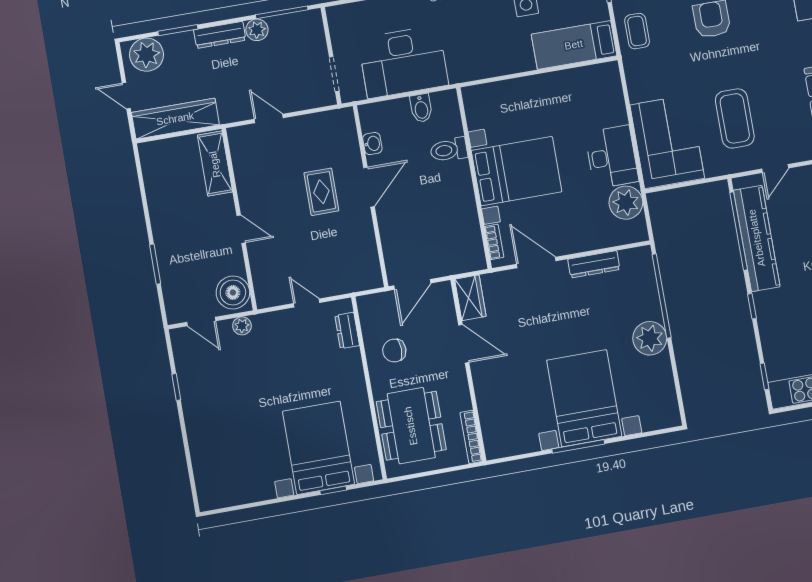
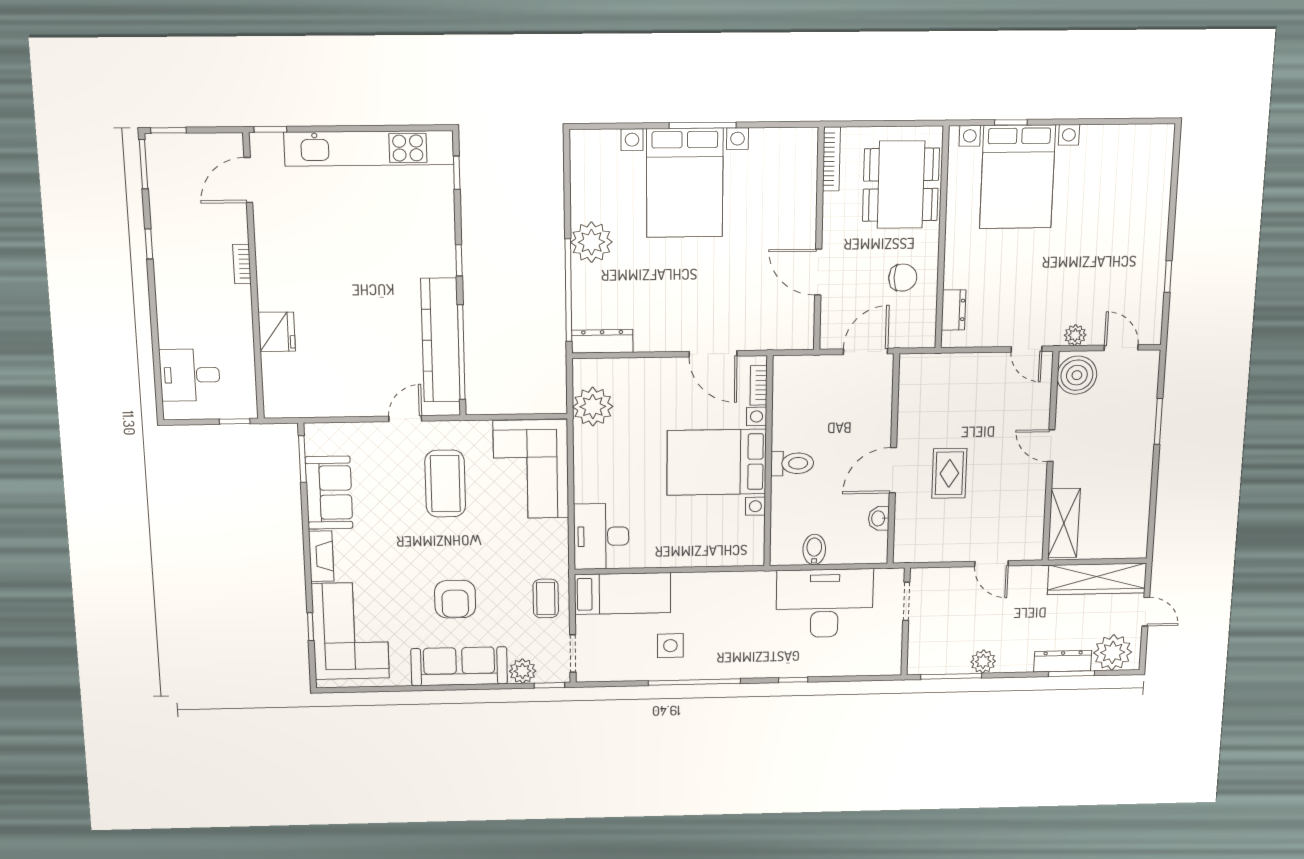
dresser: (220, 35) -> (1063, 661), moved
toilet: (449, 150) -> (792, 463), moved
desk: (612, 157) -> (601, 536), moved
dresser: (594, 264) -> (602, 341), moved
wardrobe: (470, 298) -> (800, 325), removed
door: (307, 303) -> (1026, 349), moved

